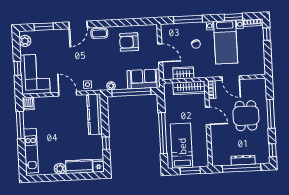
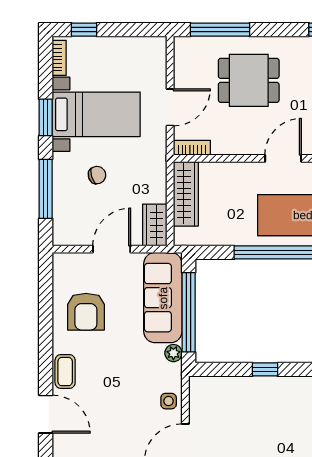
window: (233, 17) -> (46, 117), moved
wardrobe: (183, 73) -> (155, 225), moved
sofa: (144, 79) -> (163, 298), width x1.36
kitchen counter: (95, 114) -> (230, 390), removed
window: (271, 114) -> (220, 30), moved
door: (208, 116) -> (283, 158), moved
window: (106, 143) -> (265, 369), moved

